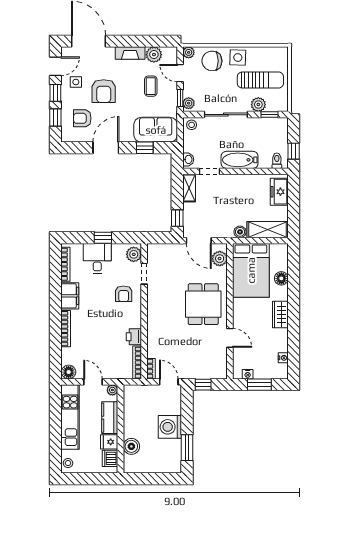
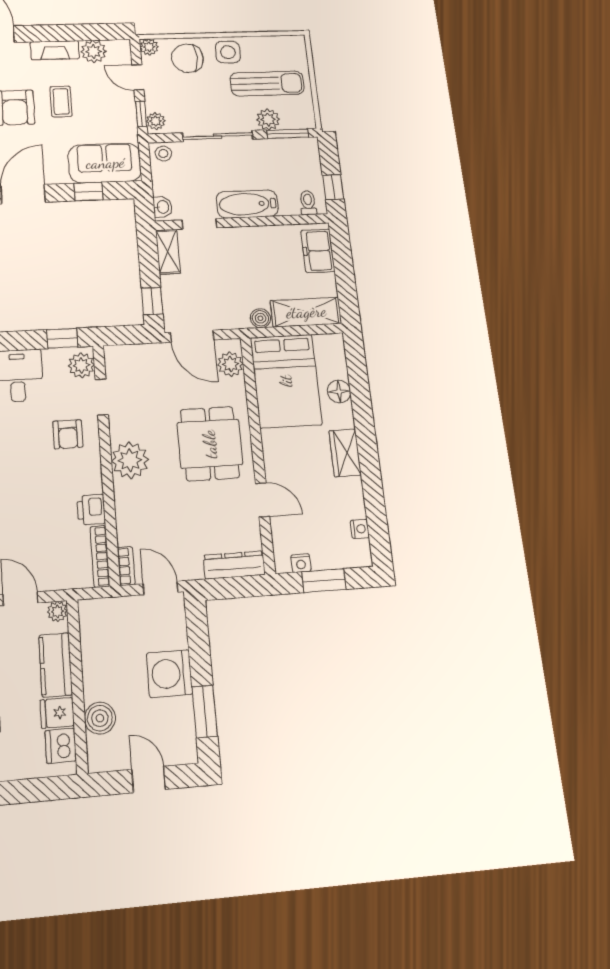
coffee table: (151, 86) -> (61, 101), moved
window: (270, 115) -> (288, 134), width x1.50
window: (103, 238) -> (62, 338), moved
plant: (157, 311) -> (130, 460), added
dresser: (210, 372) -> (234, 565), added
window: (203, 385) -> (223, 588), removed
door: (155, 479) -> (149, 779), added

